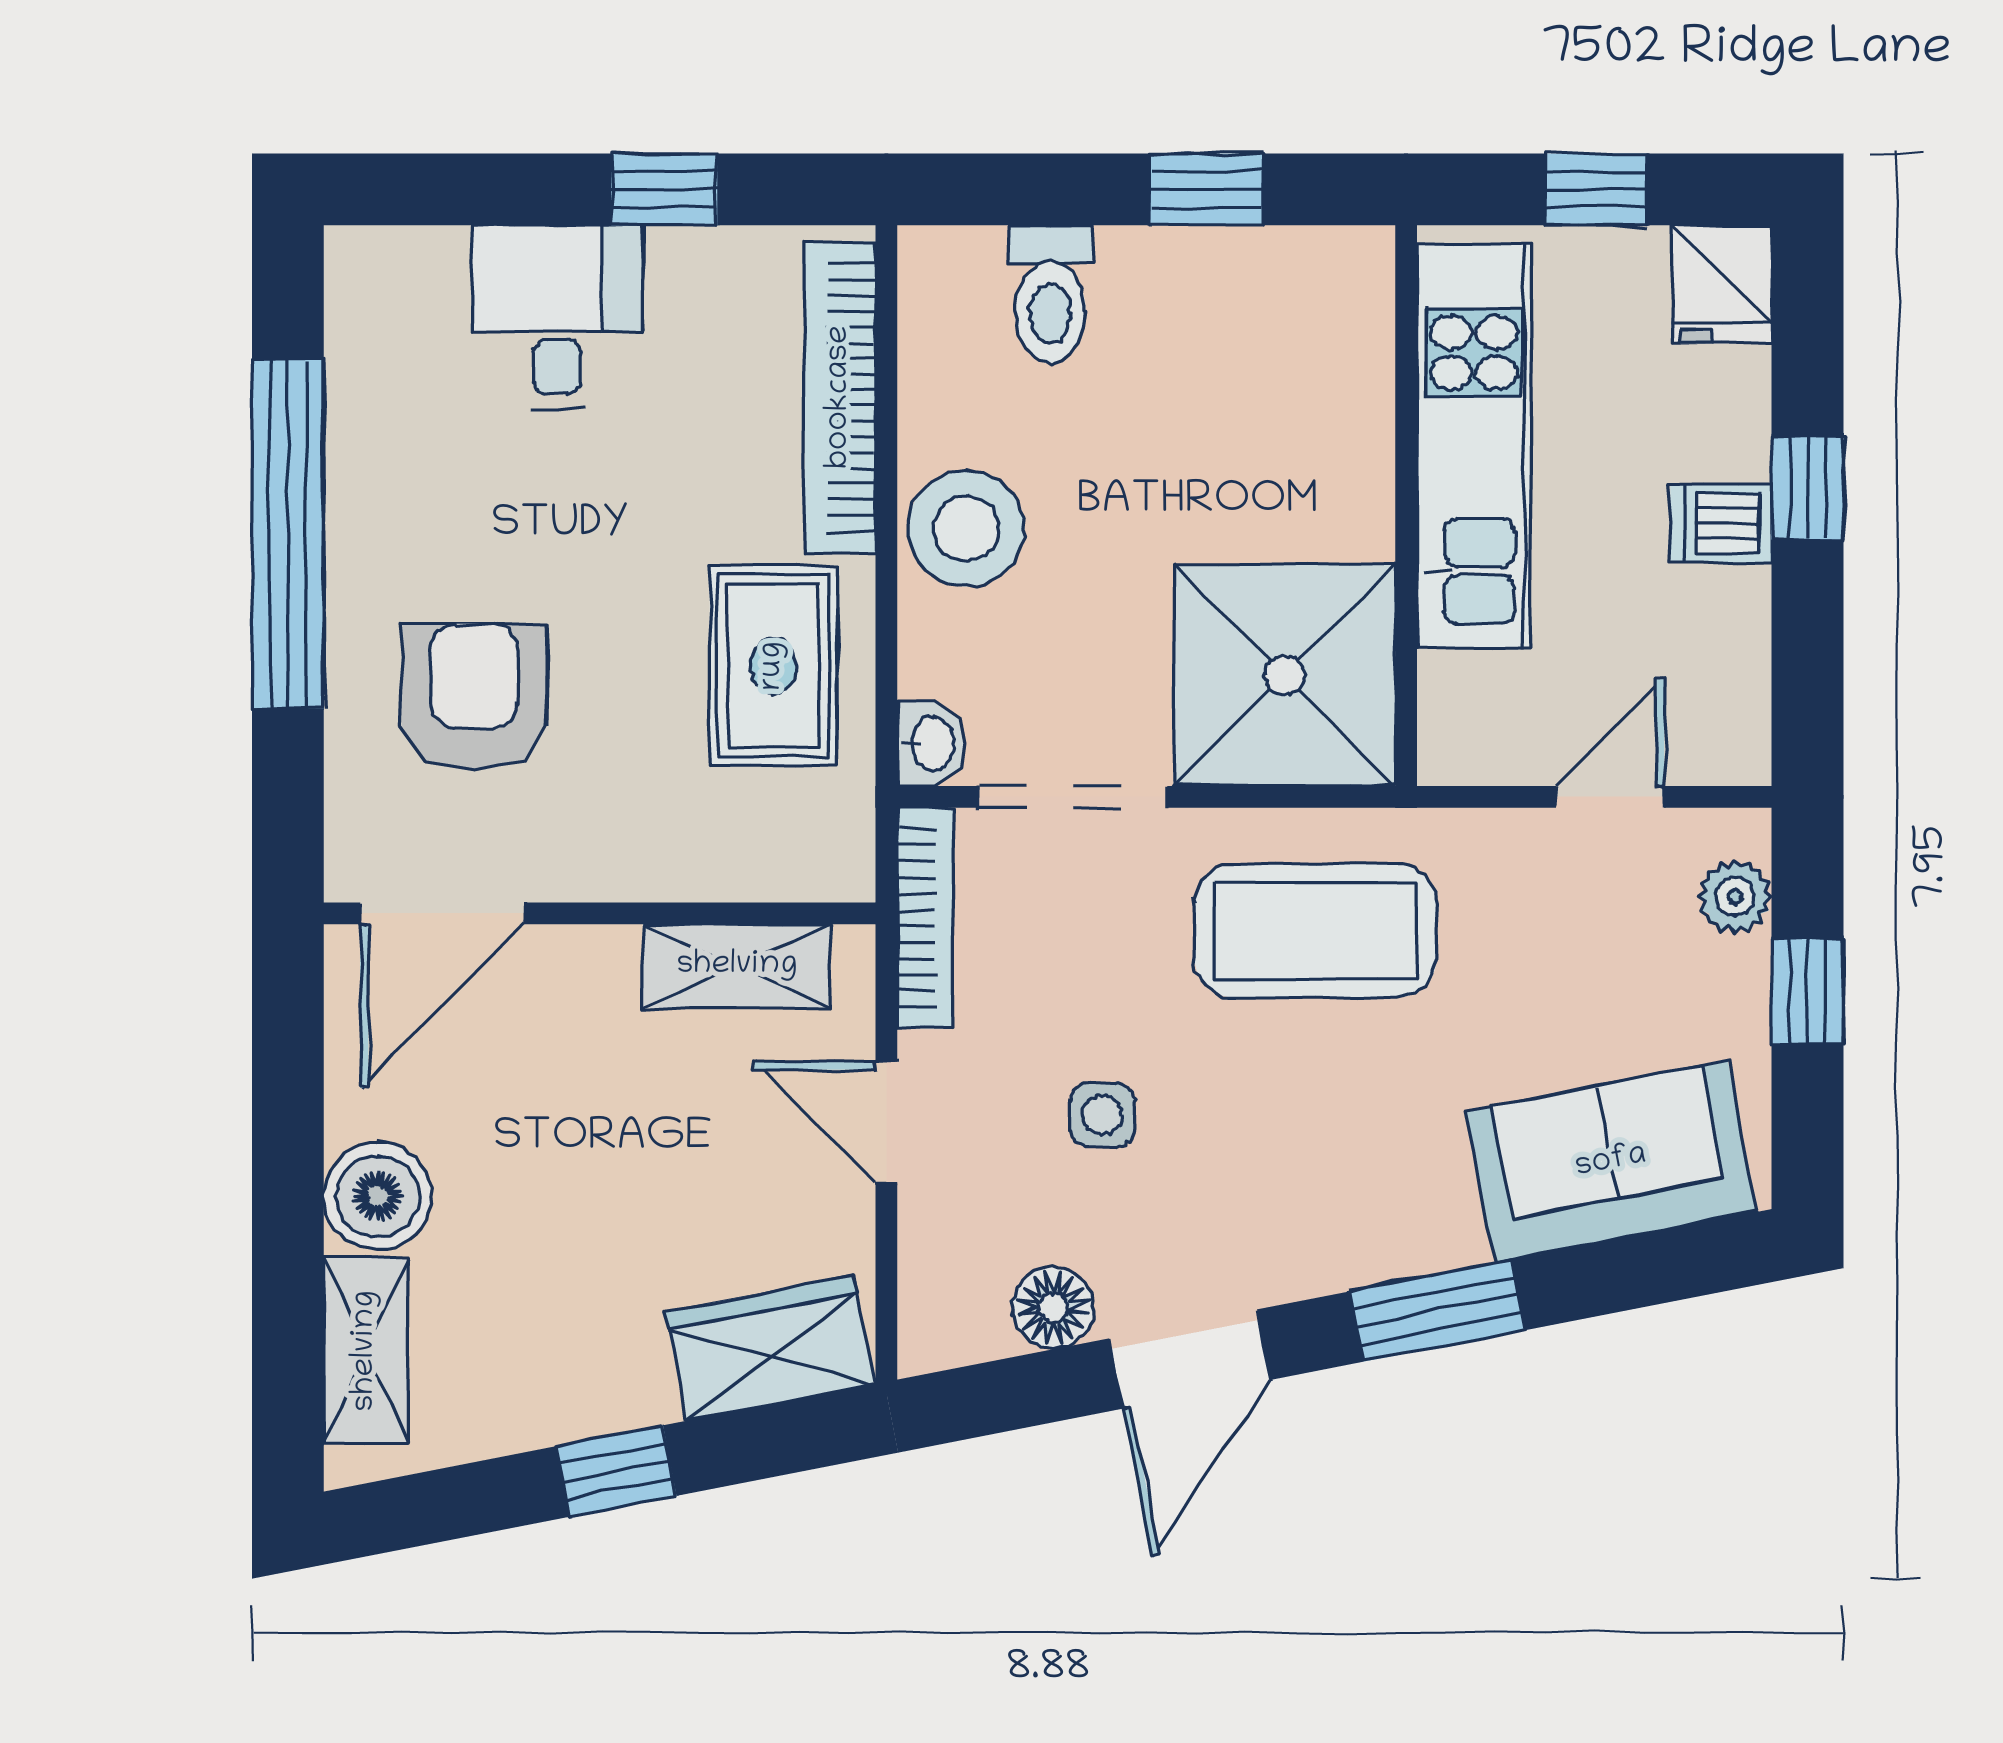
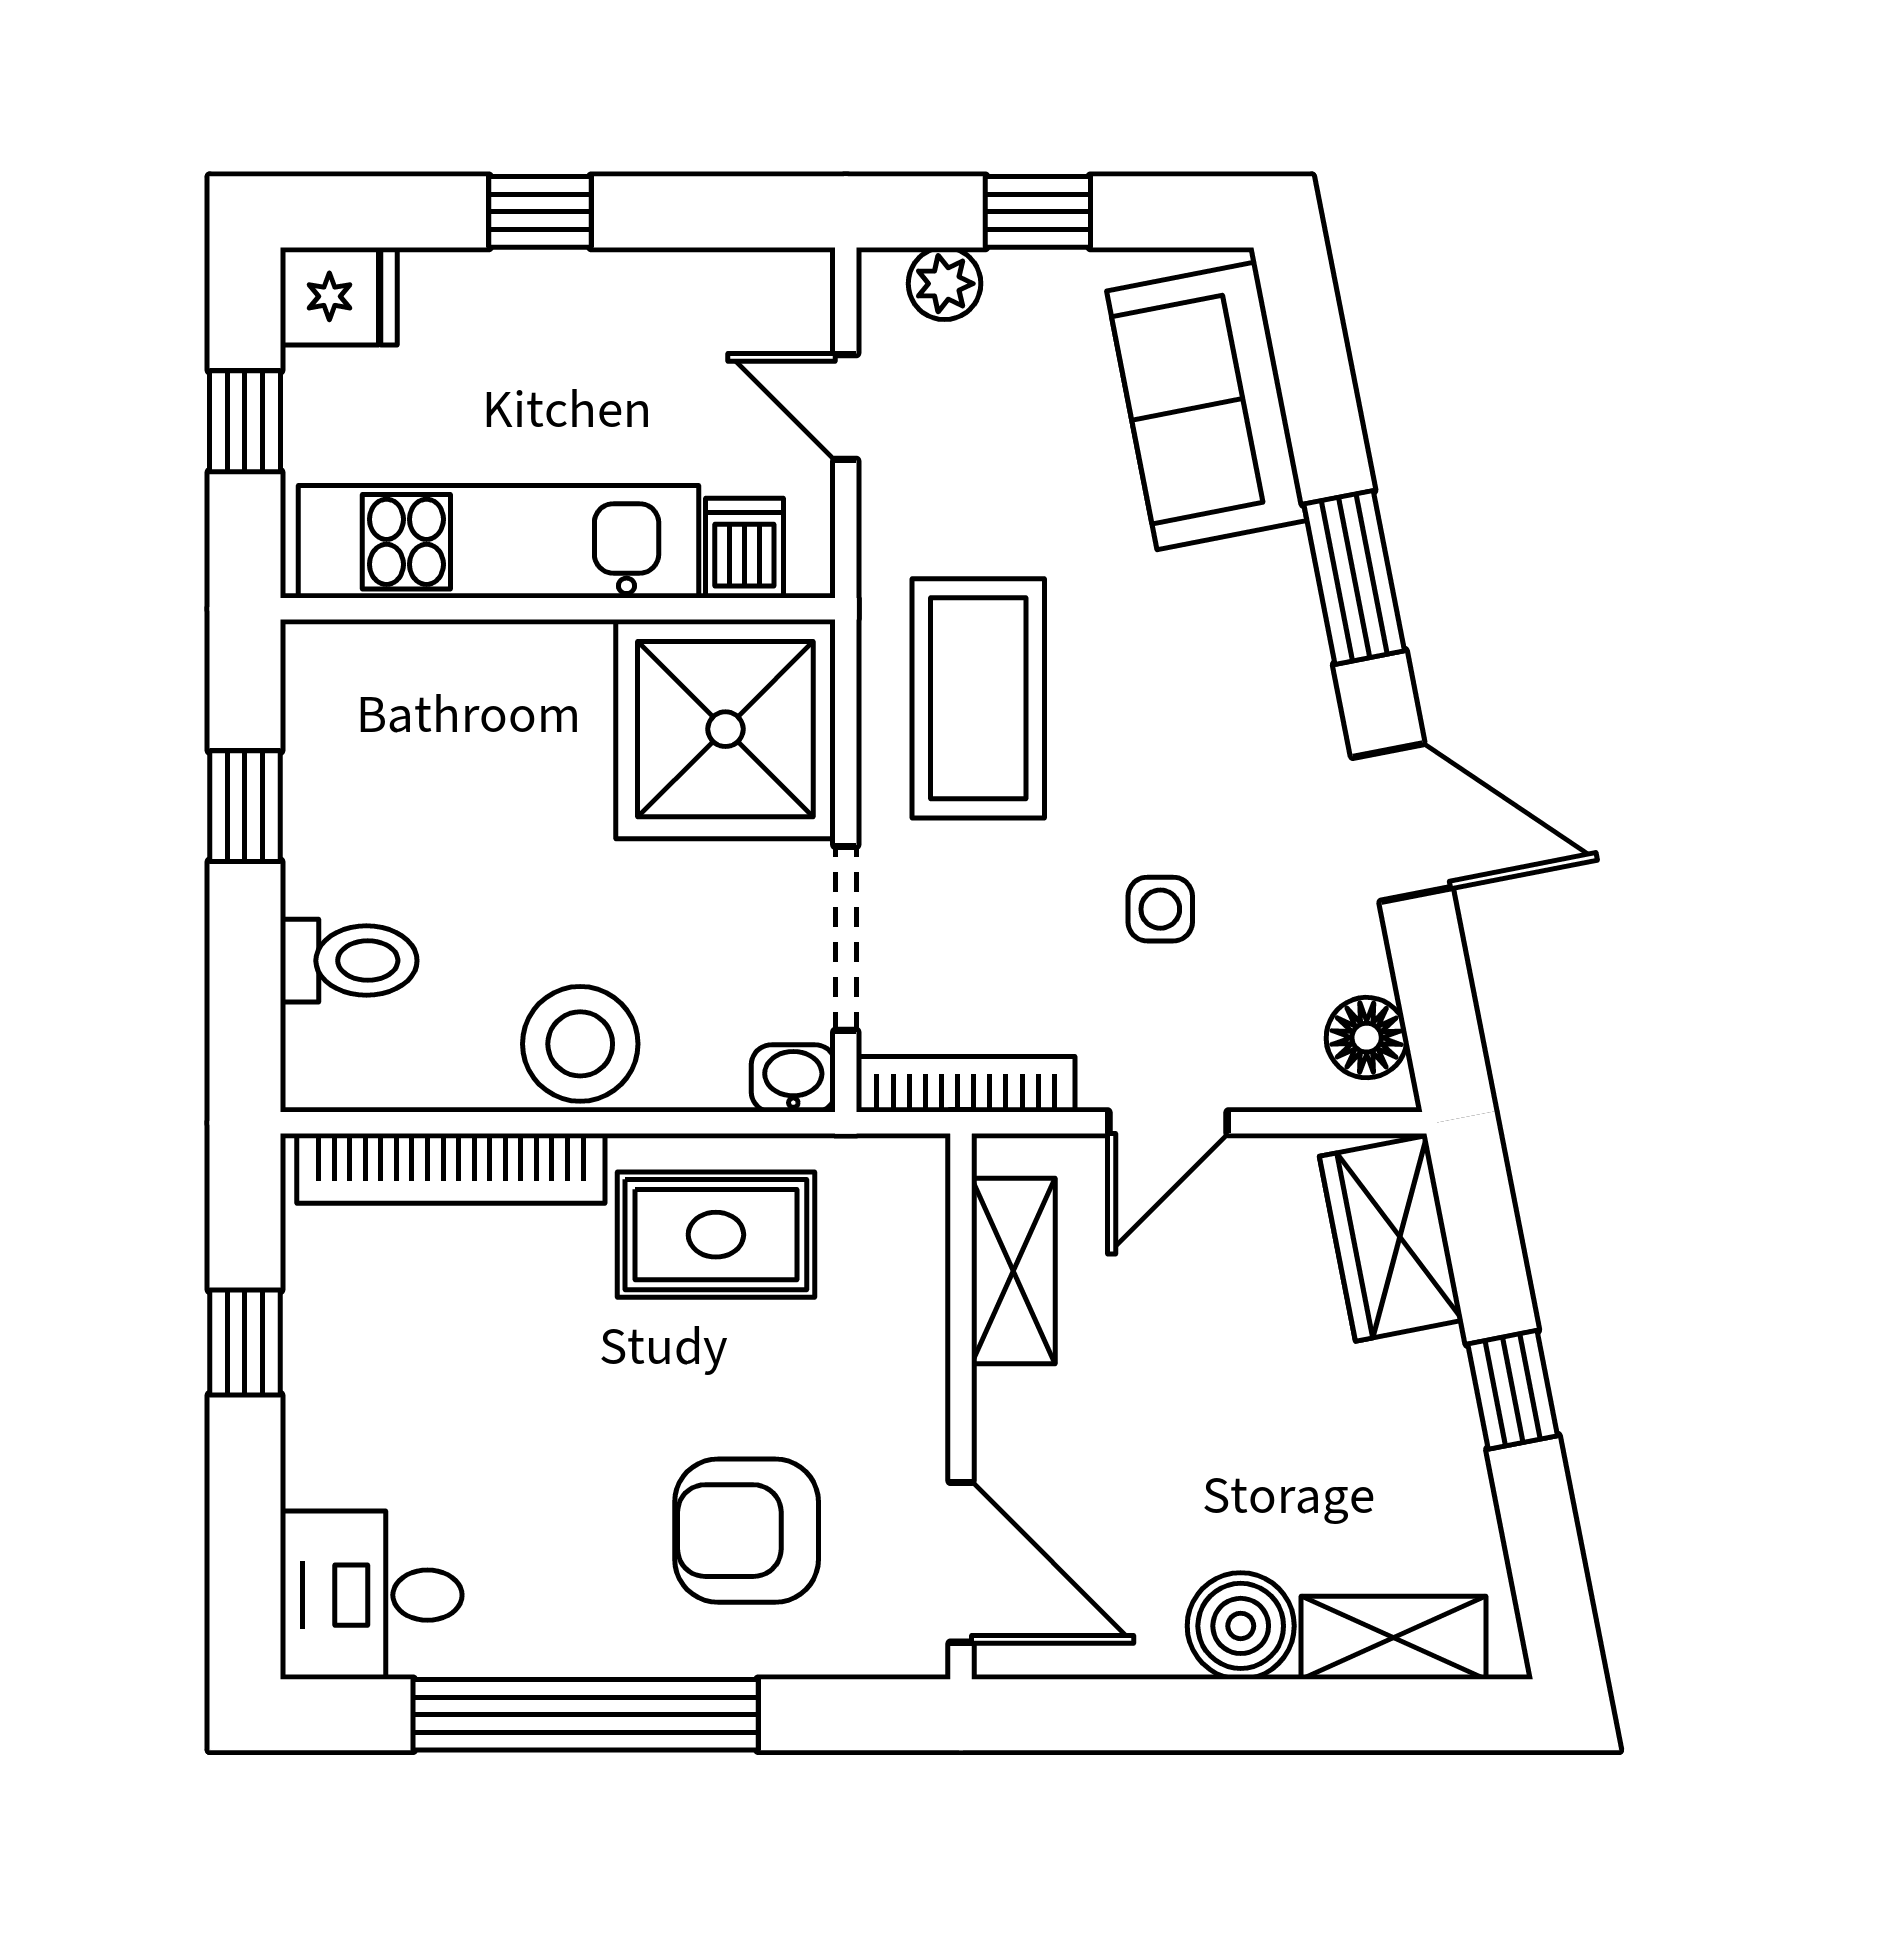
desk: (557, 317) -> (371, 1595), moved
dishwasher: (1721, 523) -> (744, 548), moved, turned 180
floor lamp: (1053, 1308) -> (1367, 1038), moved

